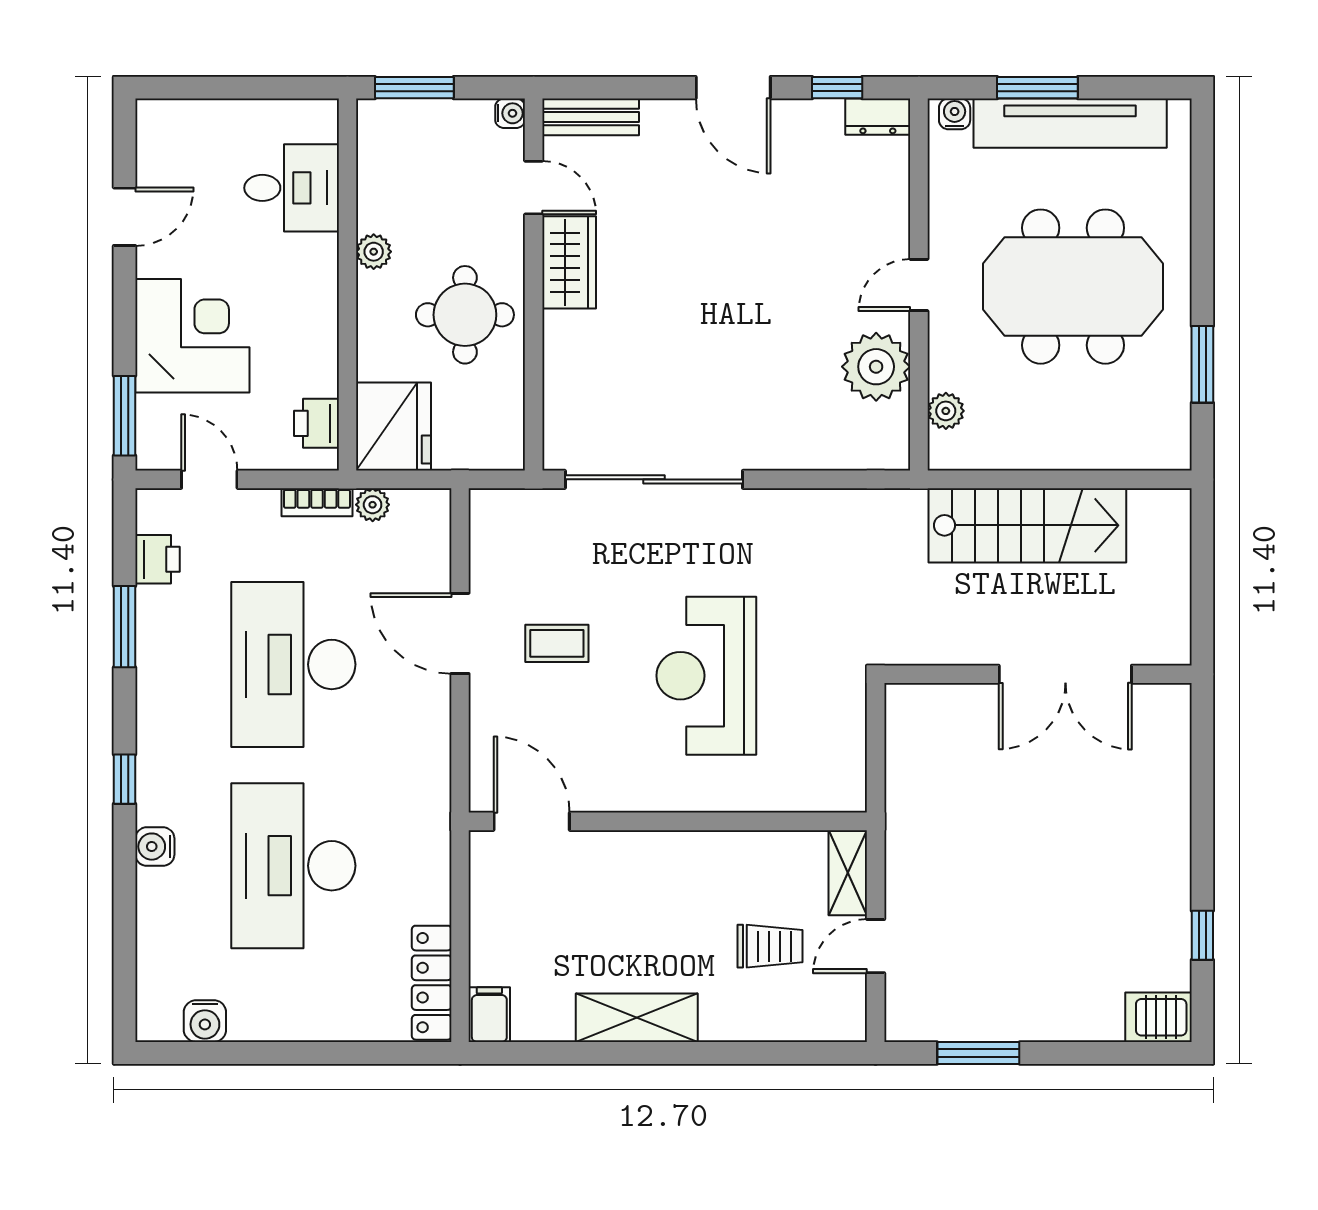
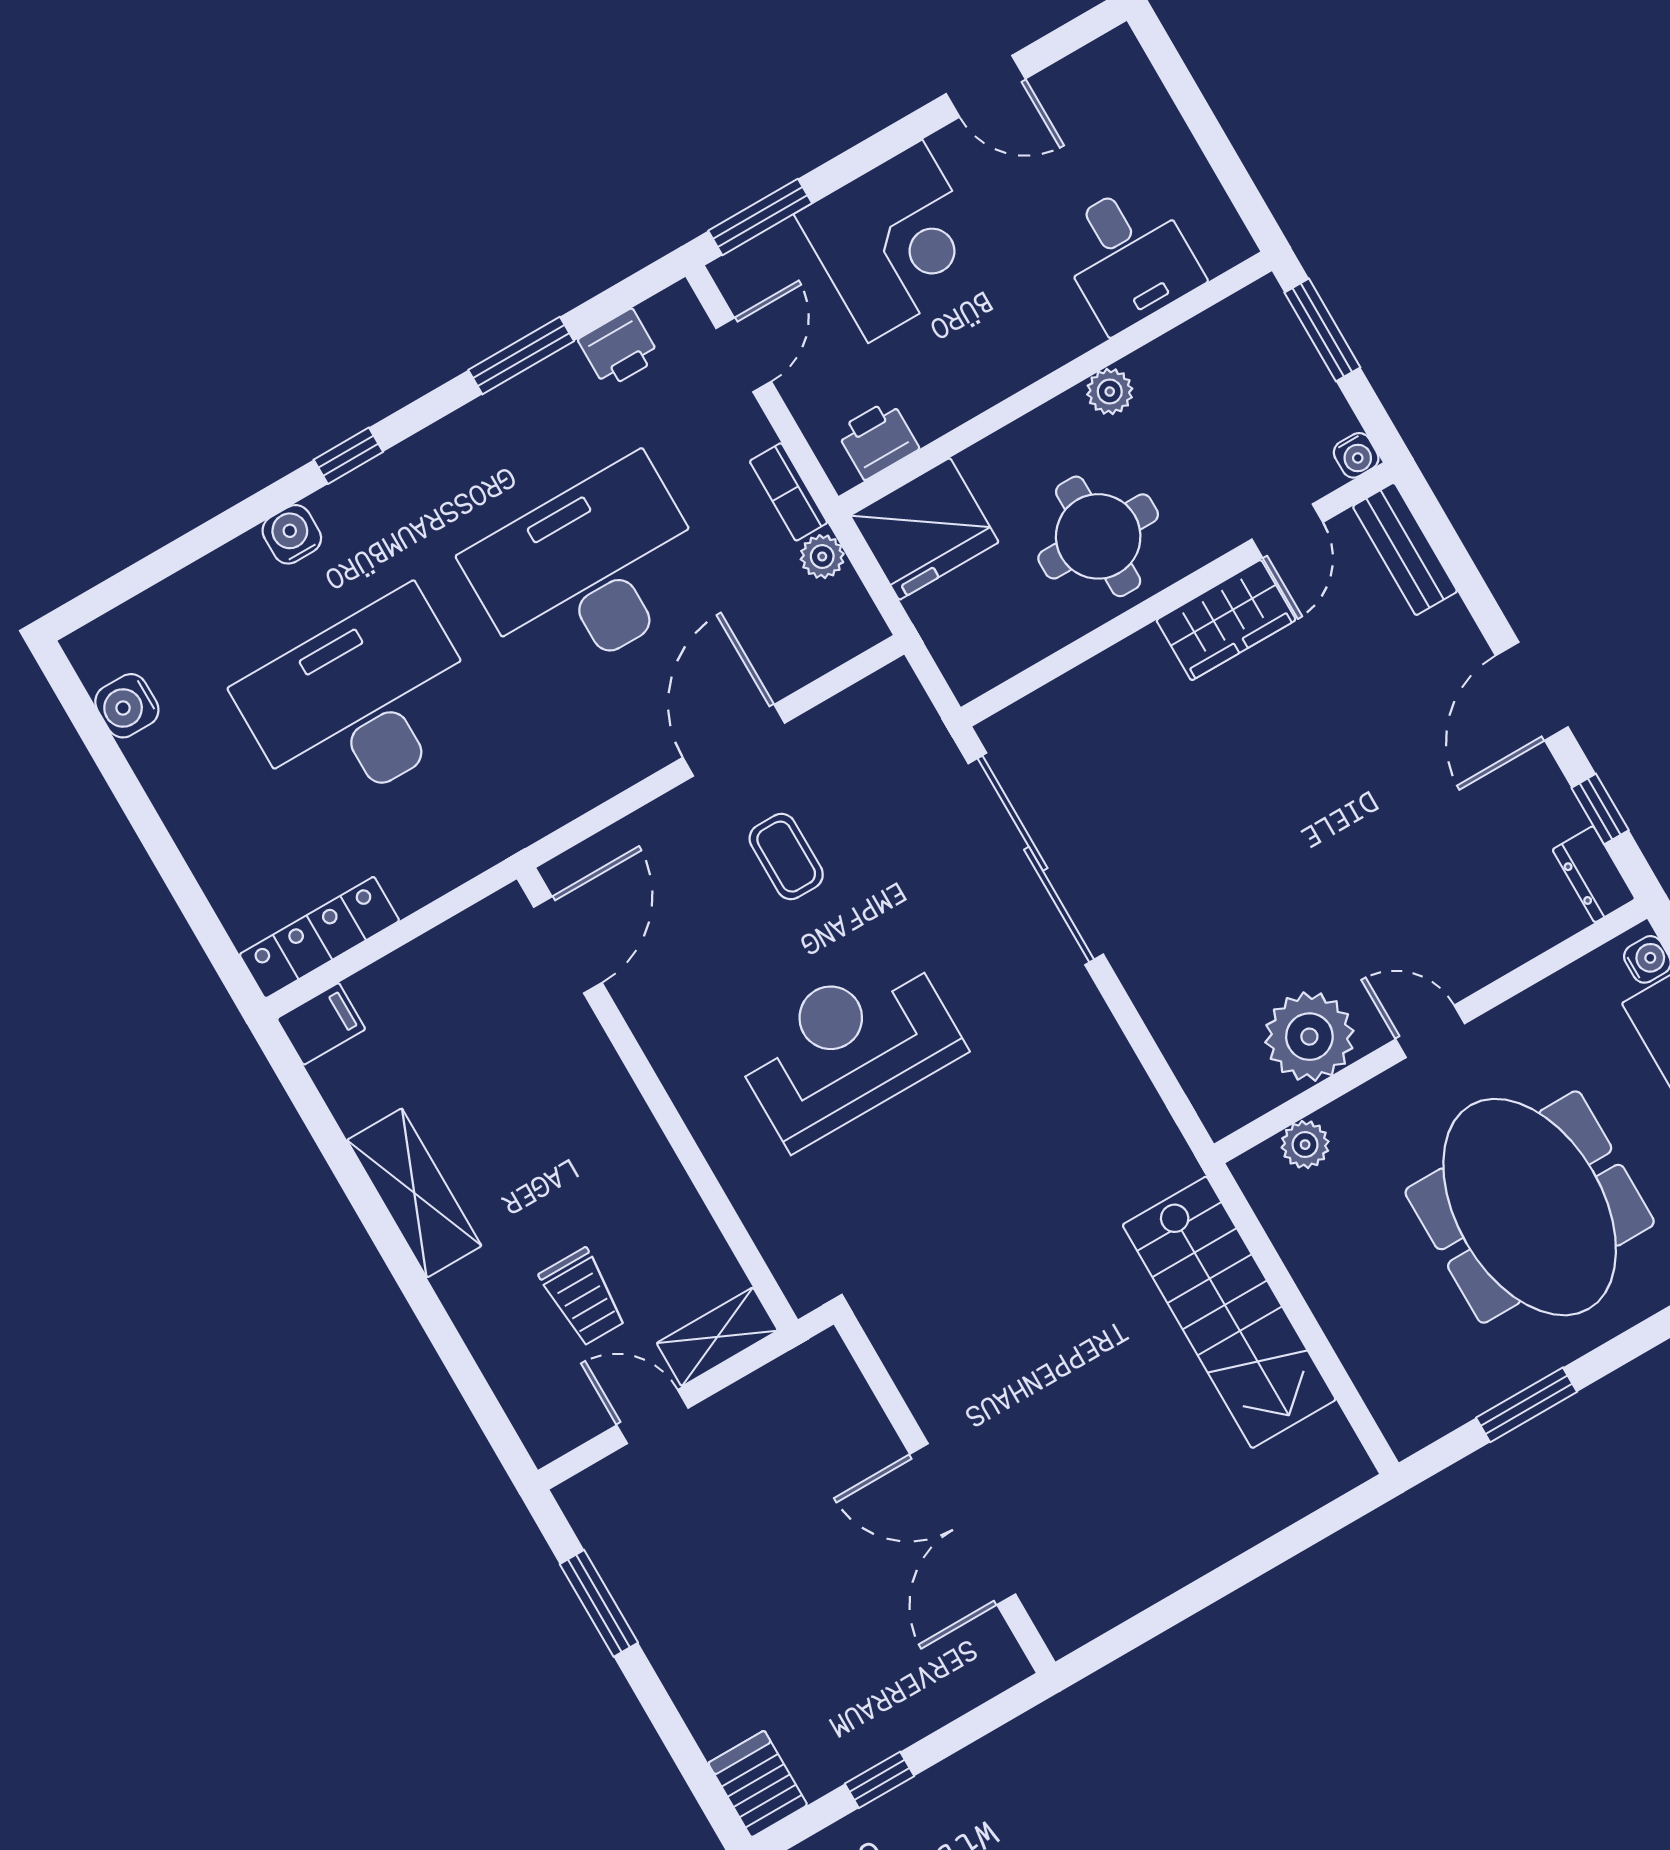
wall: (1038, 674) -> (945, 1493), moved
double door: (1065, 674) -> (963, 1524), moved

